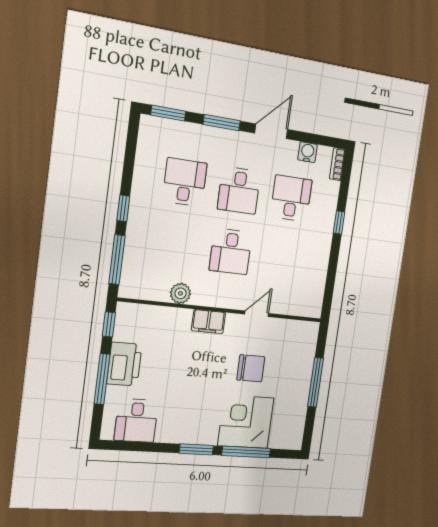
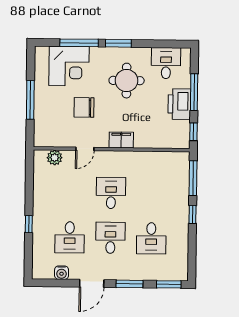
bookcase: (337, 164) -> (37, 267), removed
plant: (180, 293) -> (55, 158), moved
round table: (192, 400) -> (127, 81), added
corner desk: (246, 422) -> (69, 66), moved

